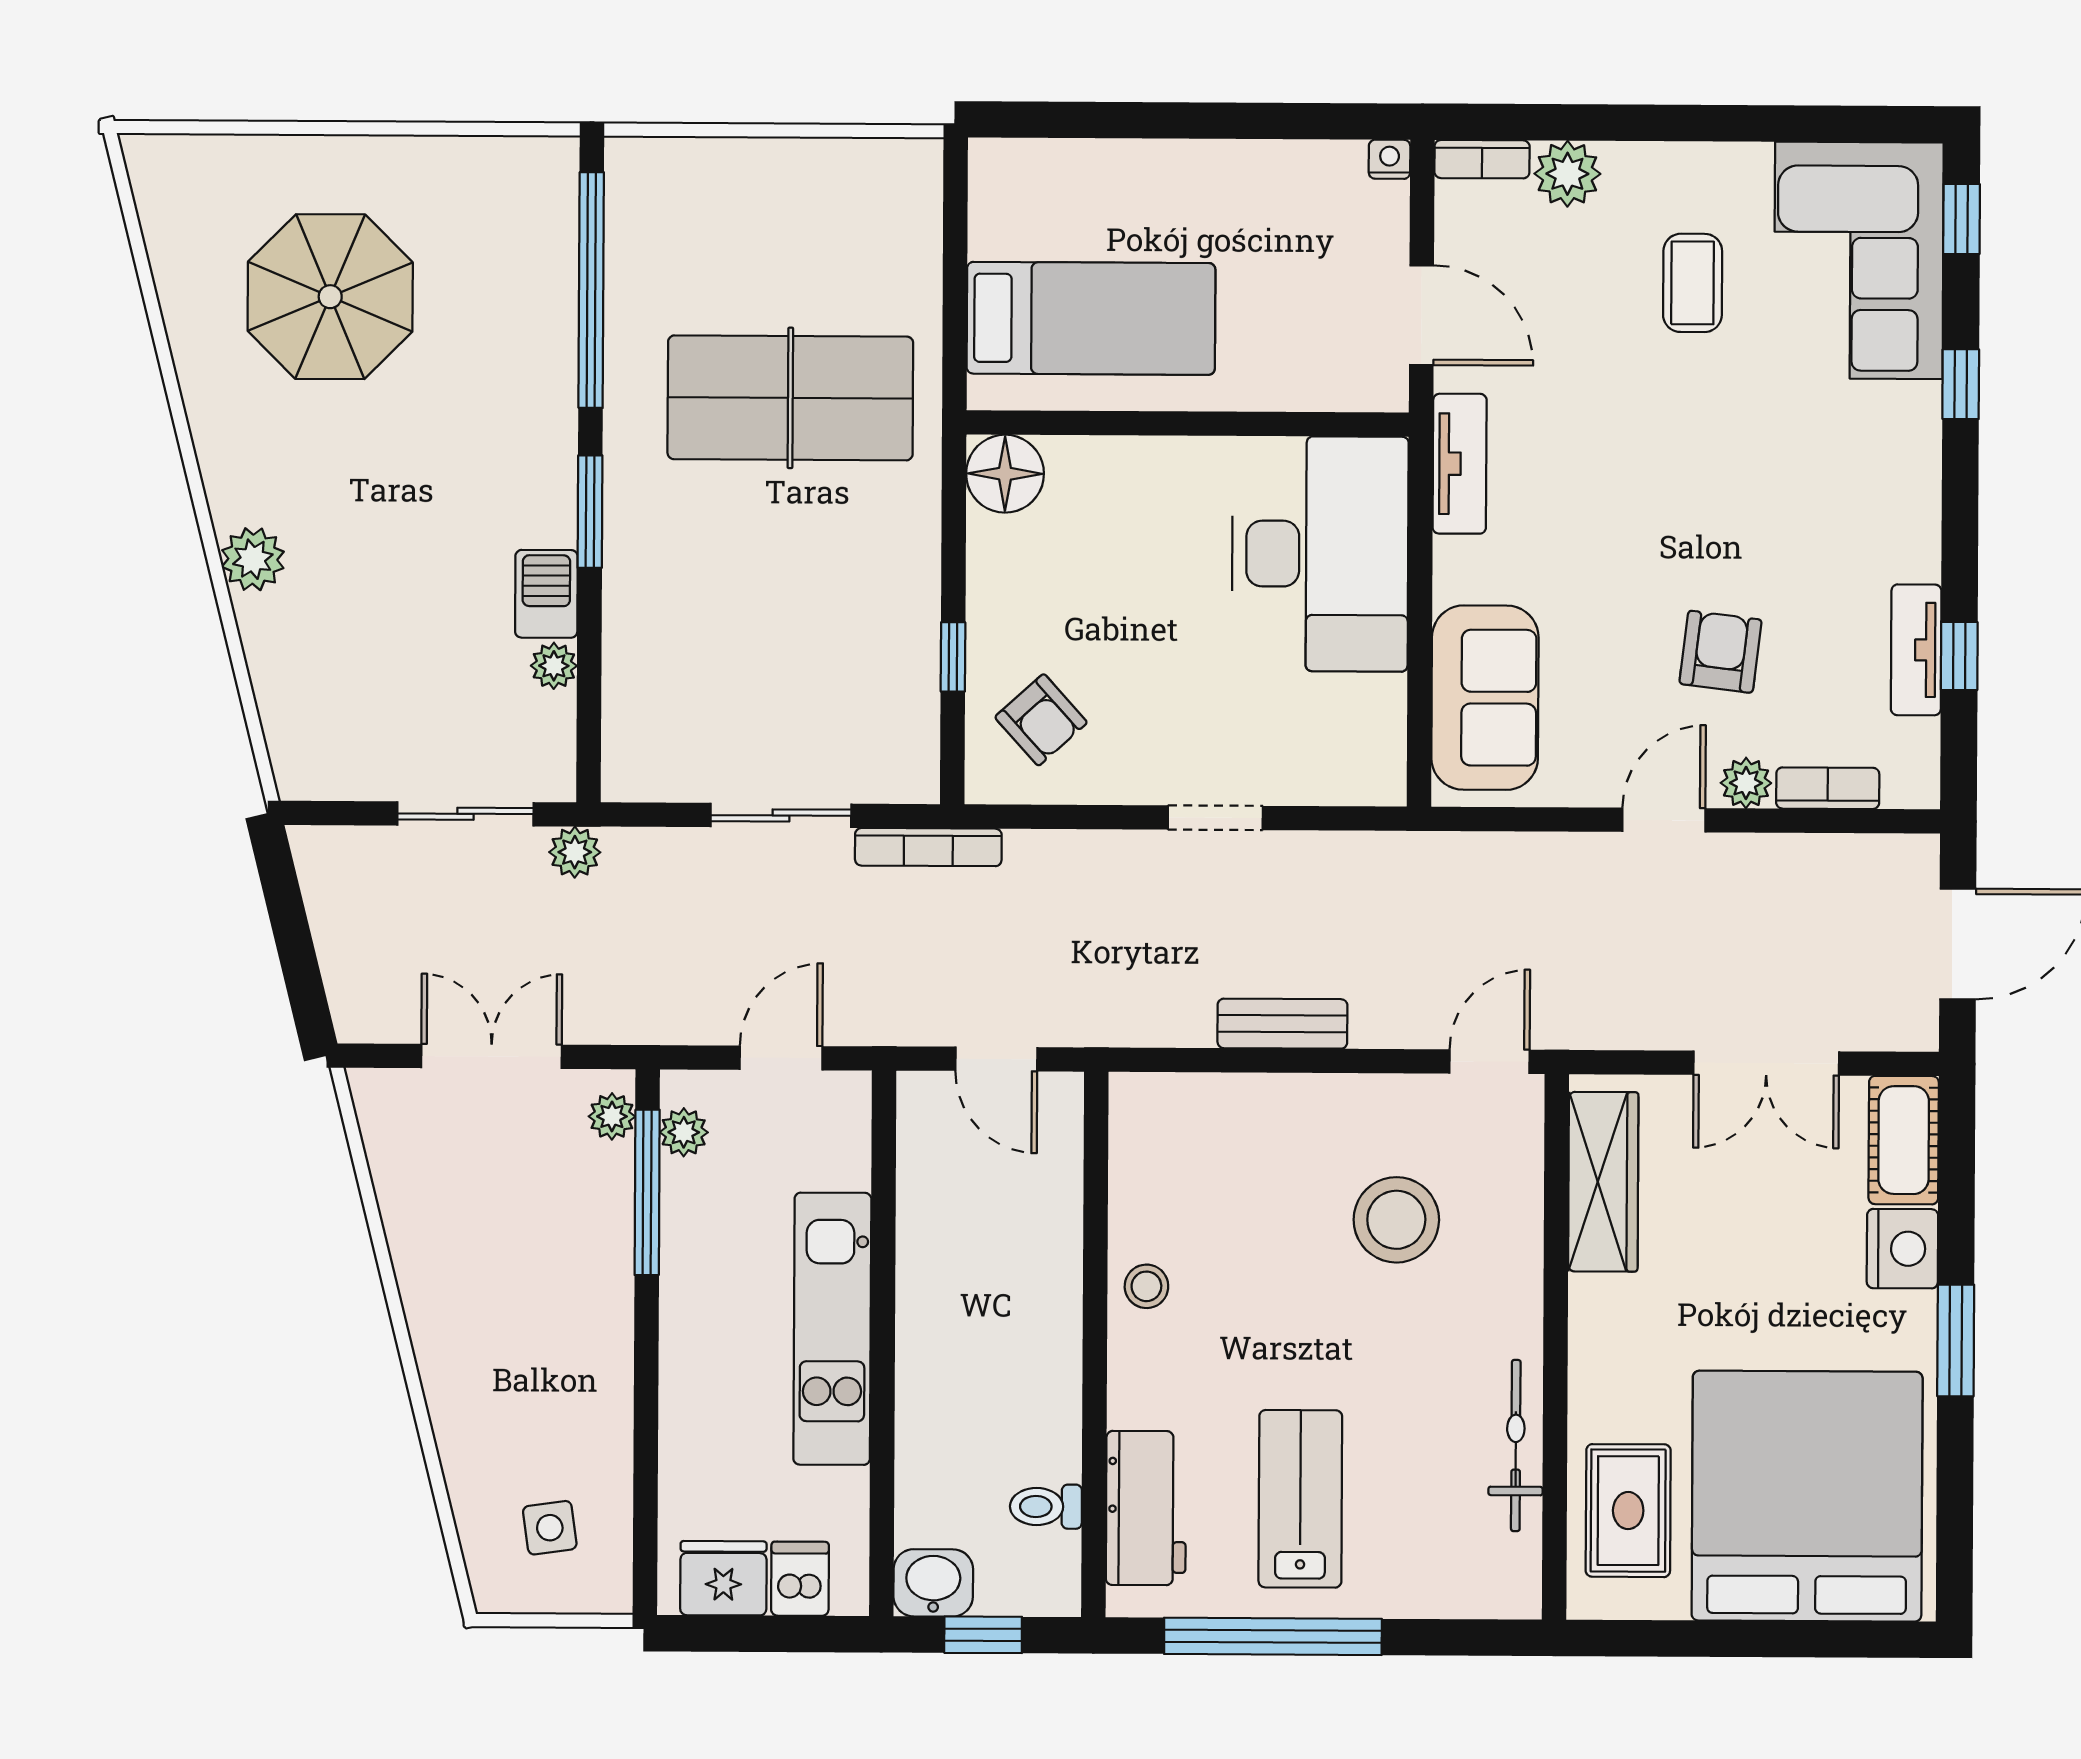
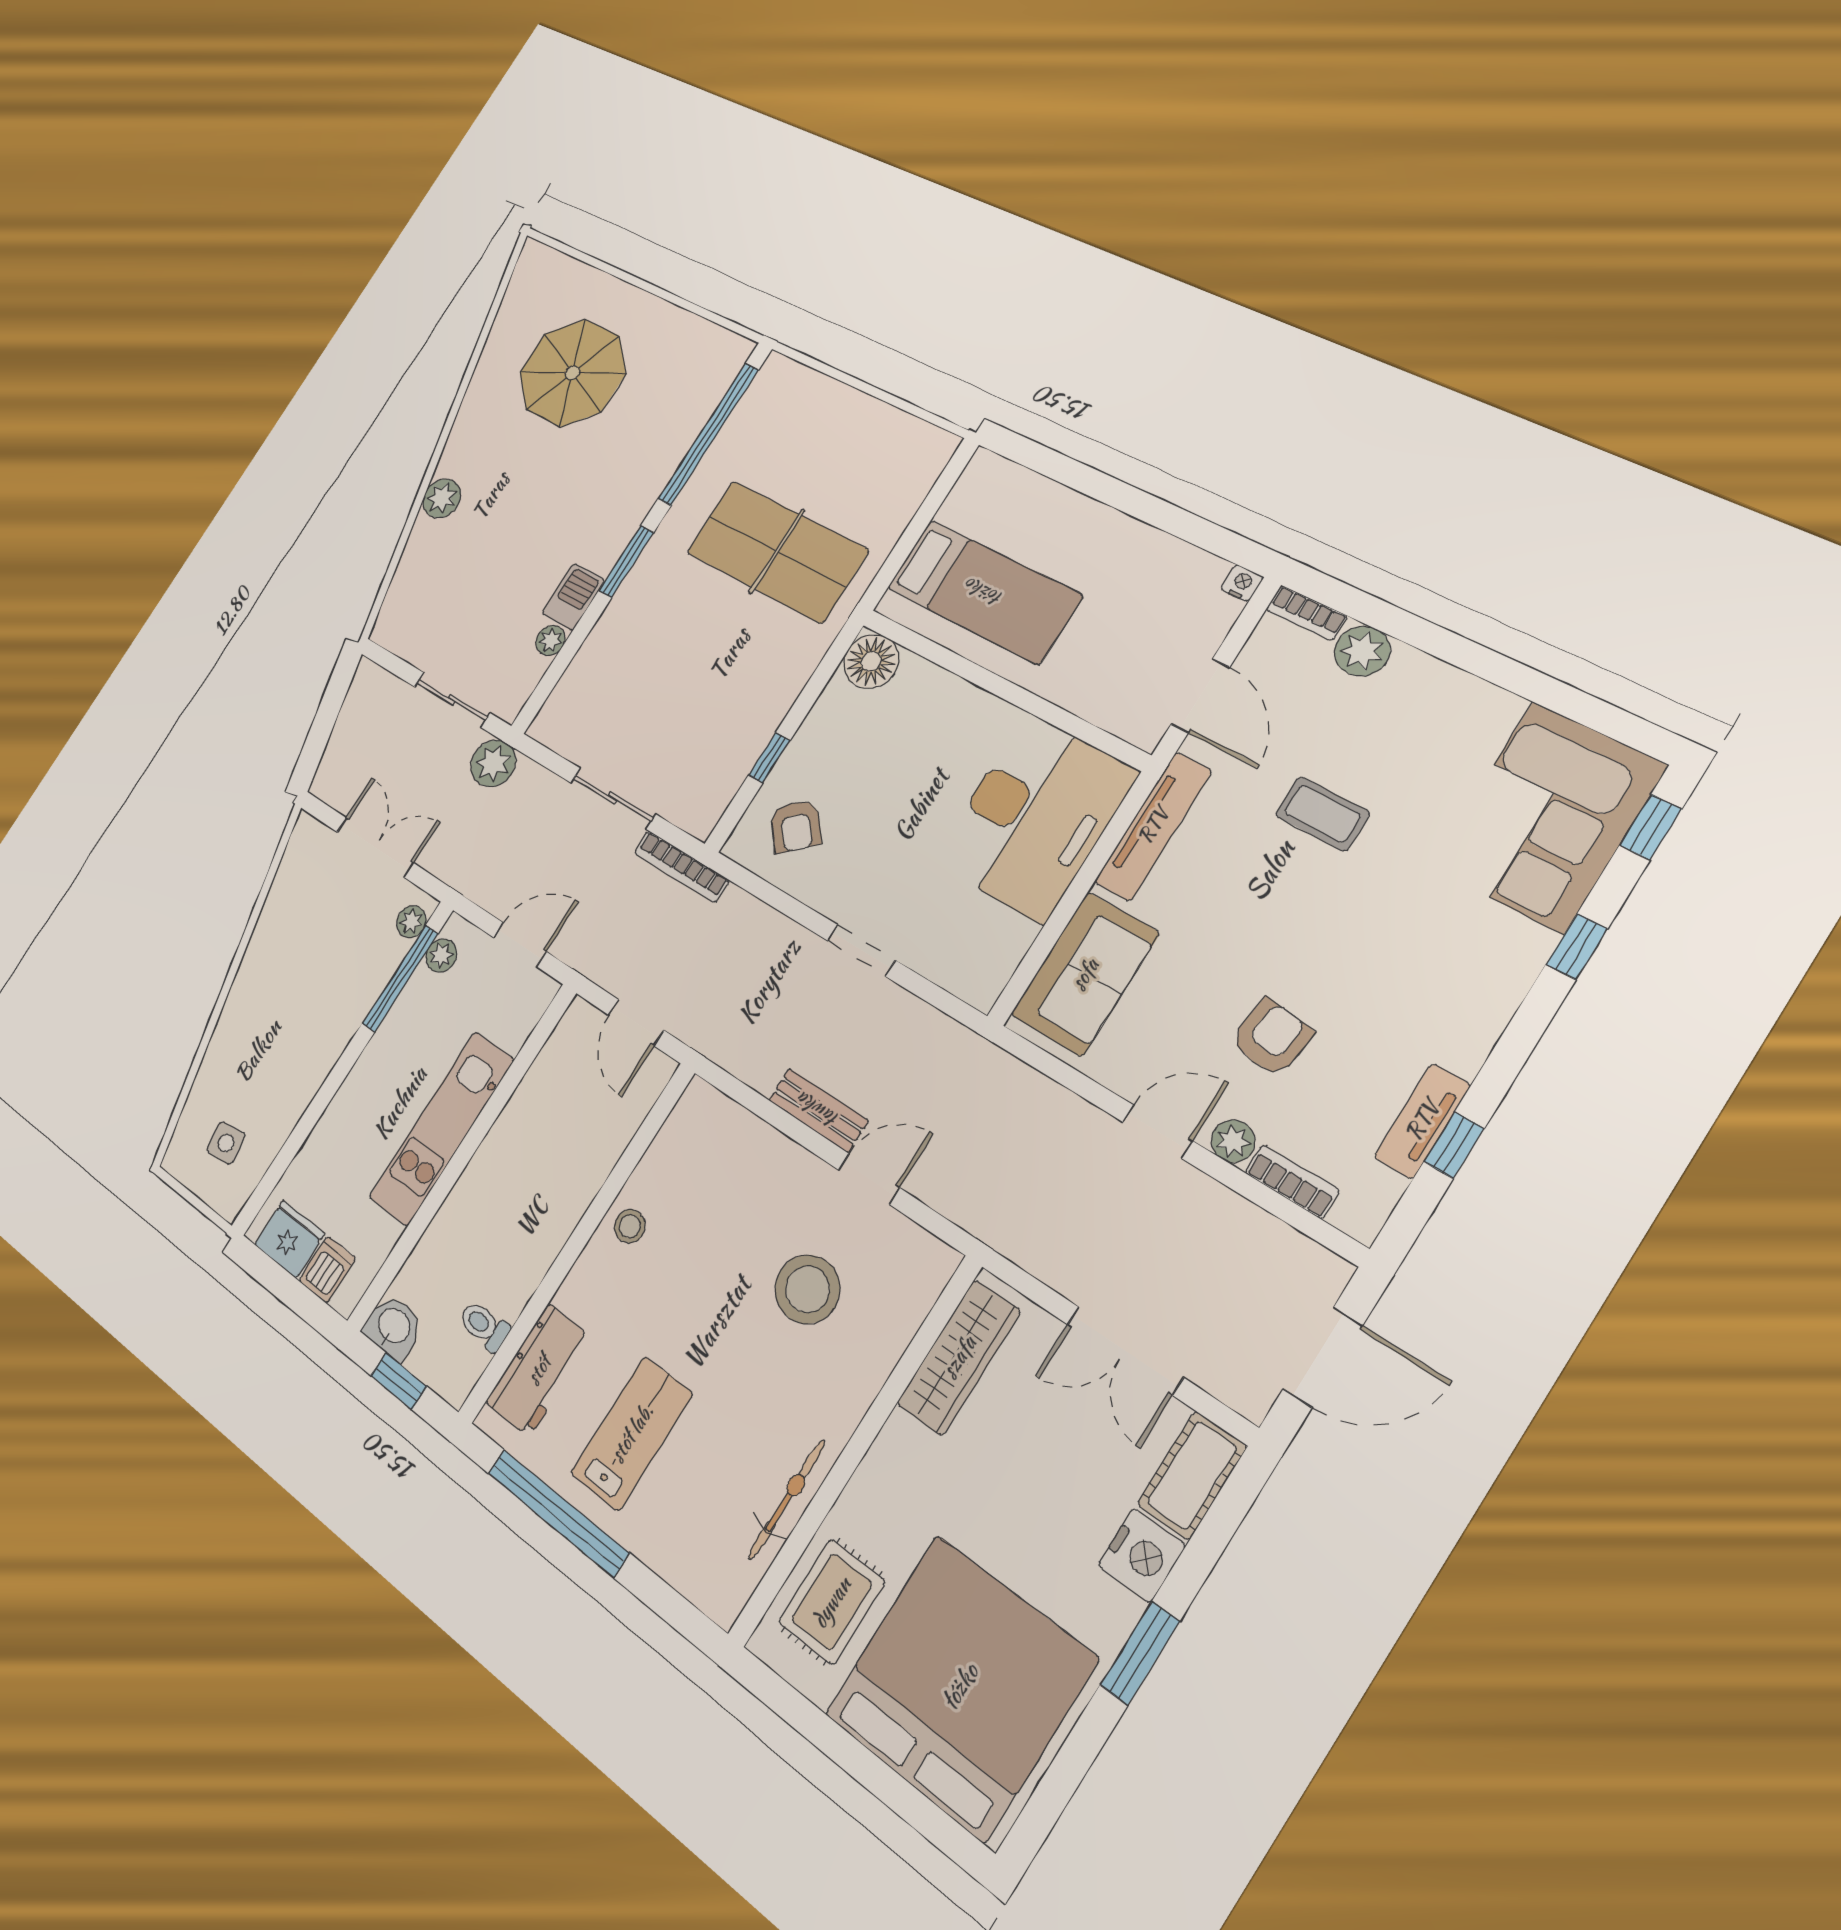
coffee table: (1693, 283) -> (1323, 814), moved, turned 90
tv unit: (1460, 464) -> (1153, 826), width x1.41
plant: (575, 852) -> (493, 763), width x1.38, depth x1.38
door: (1490, 1062) -> (869, 1179), moved

